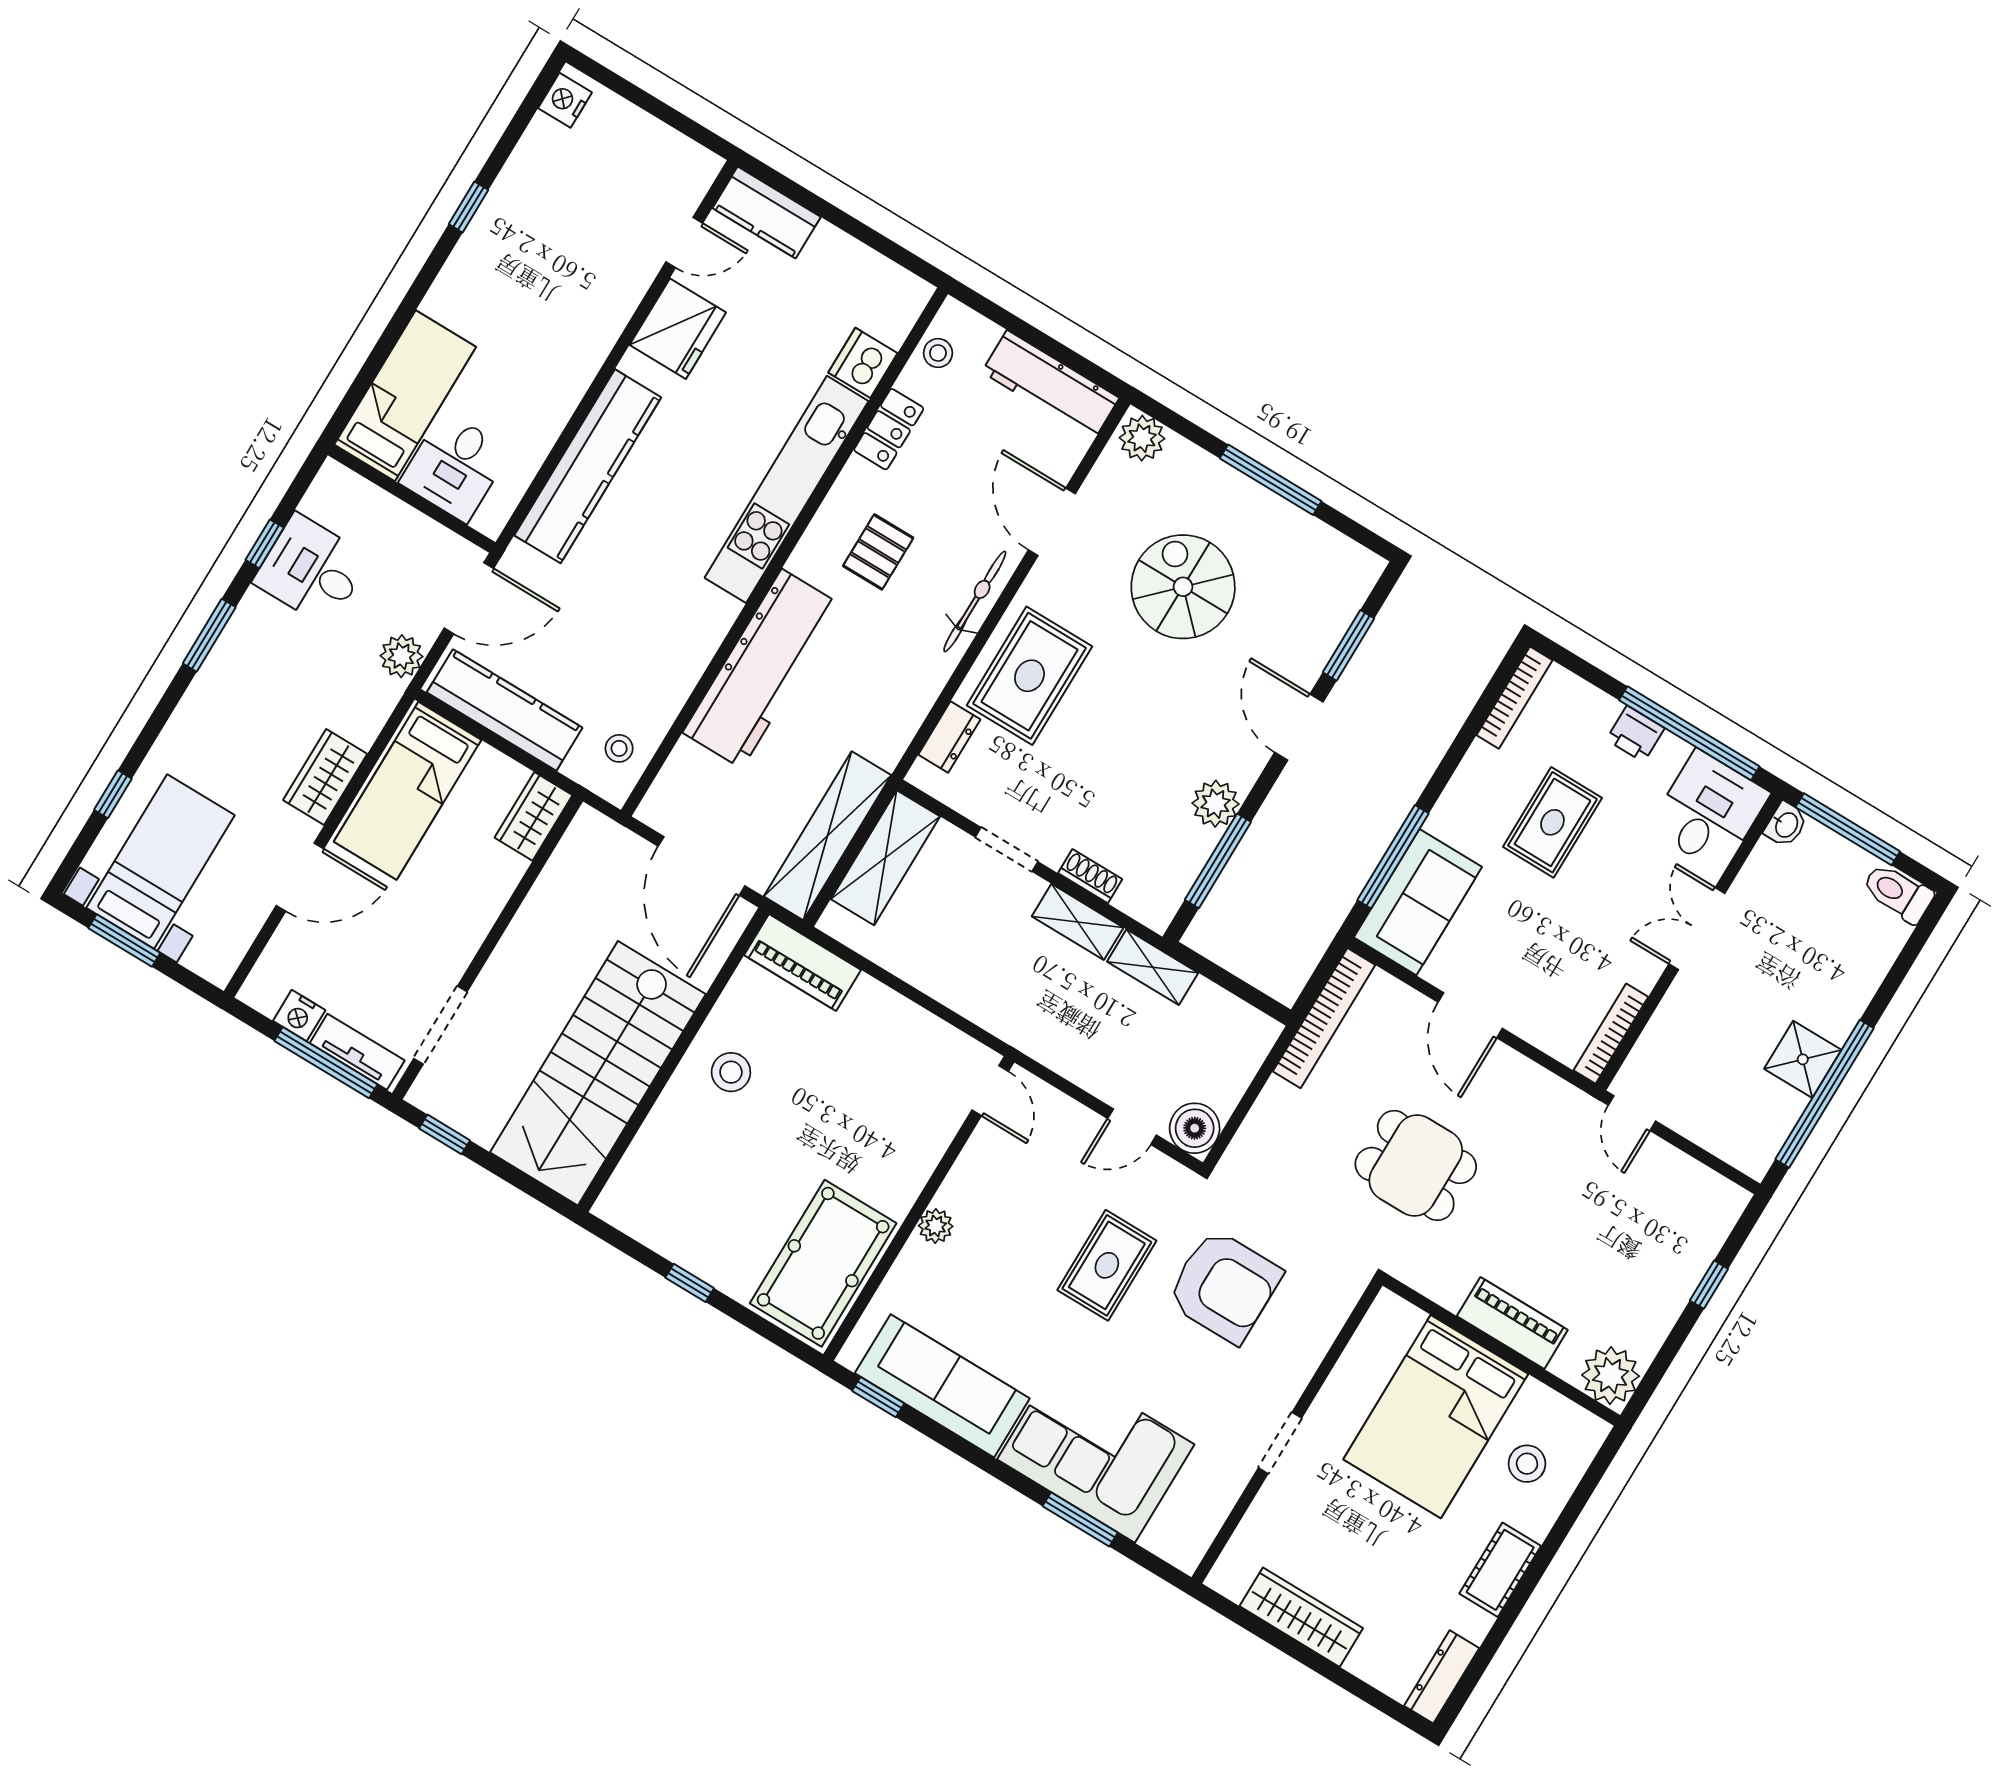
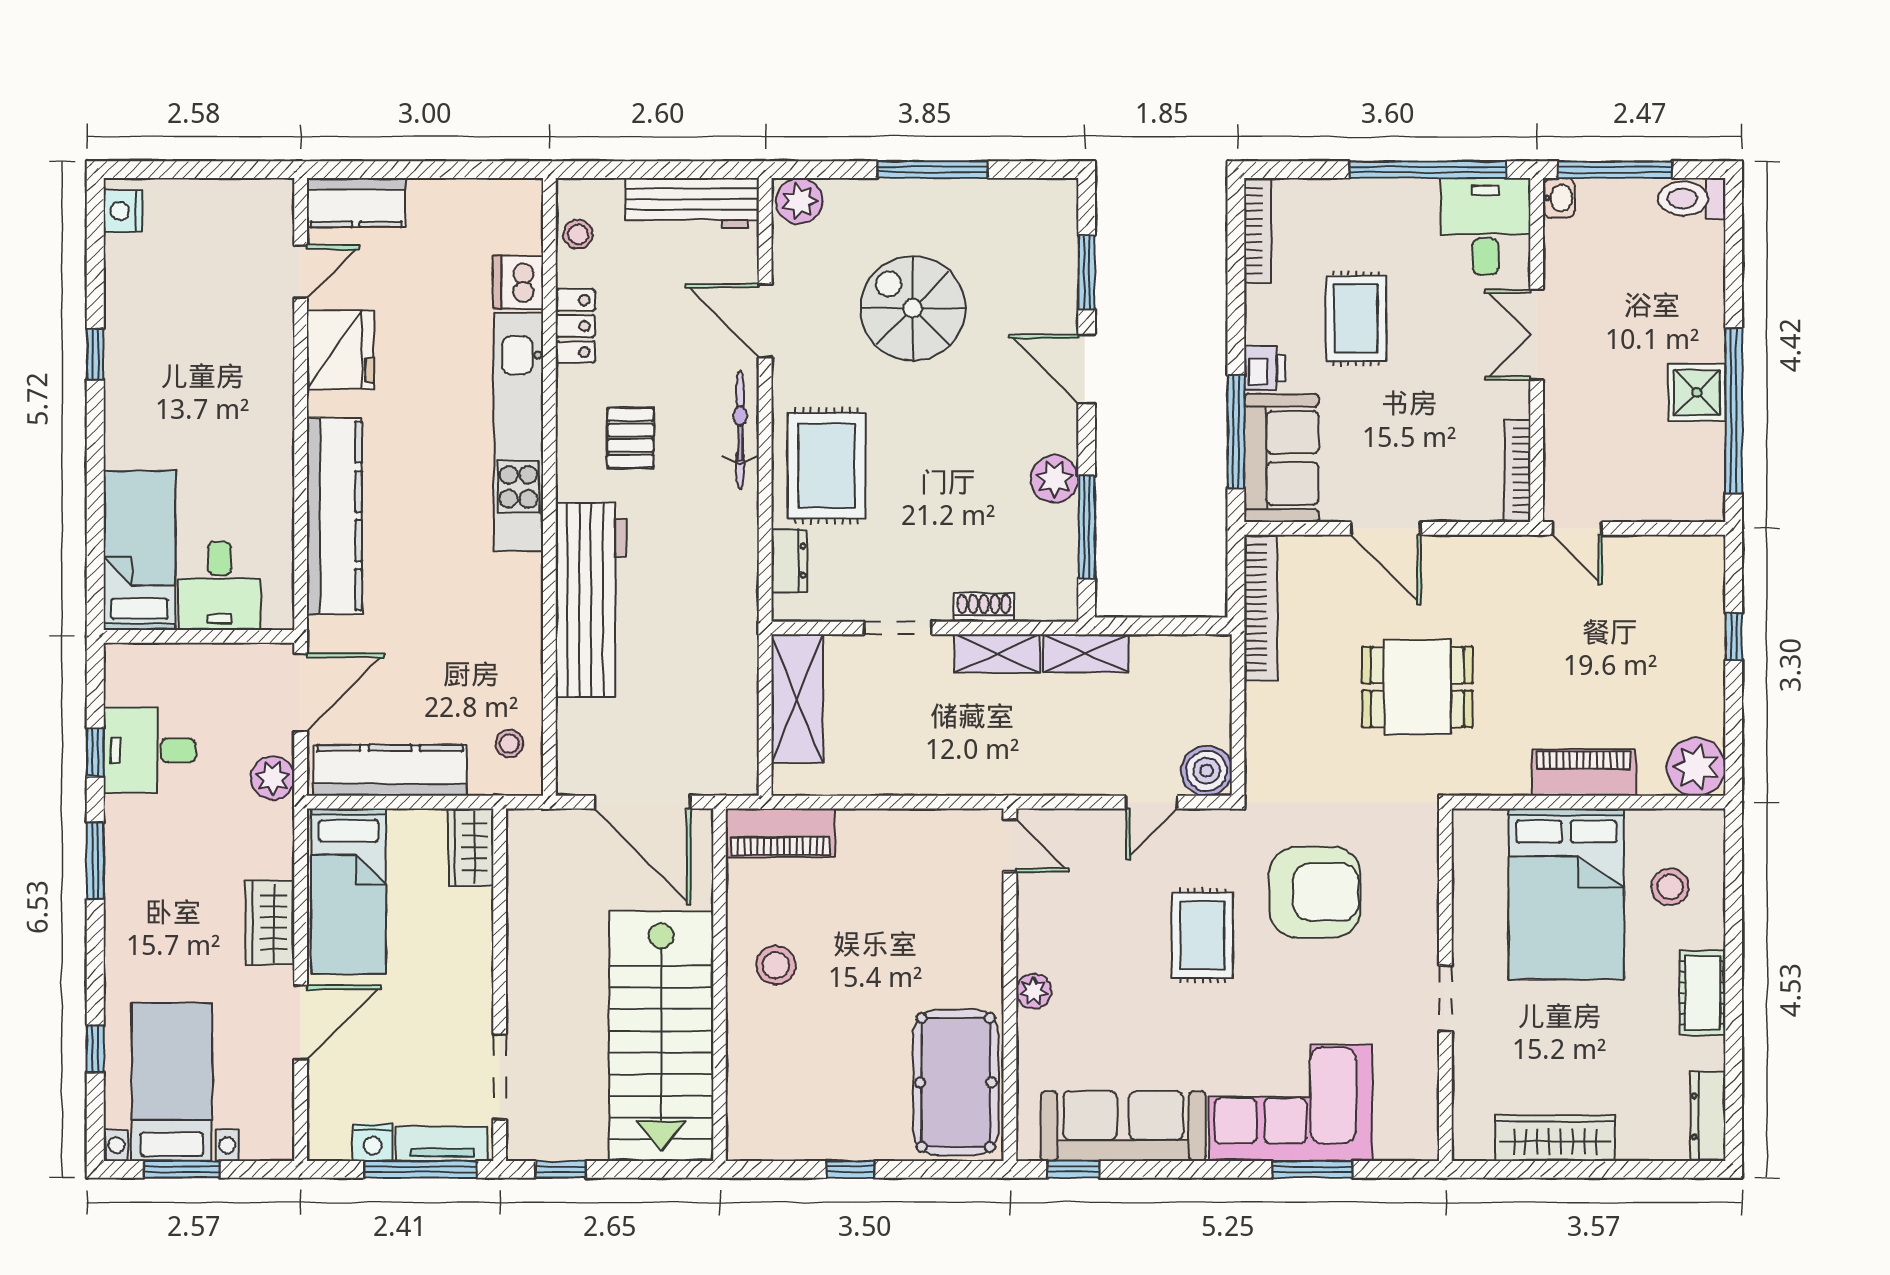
printer: (1635, 734) -> (1265, 368), moved, turned -90
shelving: (827, 836) -> (735, 710), removed

